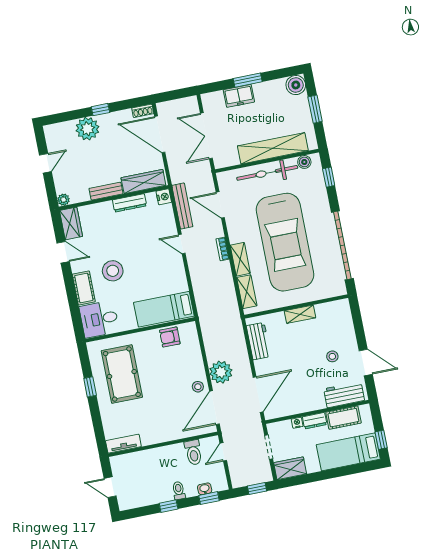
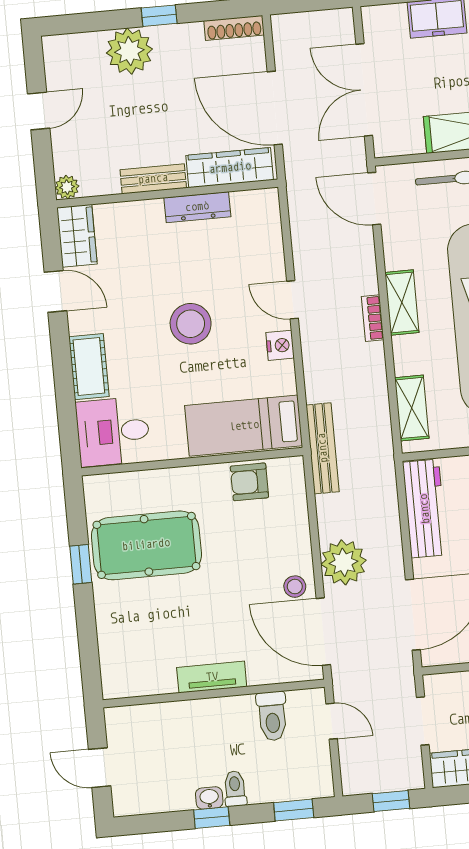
shoe rack: (143, 111) -> (234, 28), width x1.43
door: (160, 134) -> (275, 108), moved
nightstand: (164, 197) -> (280, 345), moved
door: (220, 205) -> (374, 199), moved
bench: (182, 206) -> (323, 448), moved
shelving: (240, 259) -> (402, 302), moved
stool: (113, 271) -> (191, 324), moved
workbench: (259, 341) -> (425, 509), width x1.37
pool table: (122, 374) -> (146, 545), turned 90
door: (214, 408) -> (323, 632), hinge flipped
tv unit: (123, 444) -> (212, 677), moved
door: (223, 452) -> (332, 721), swing flipped
washbasin: (205, 489) -> (209, 798), moved

